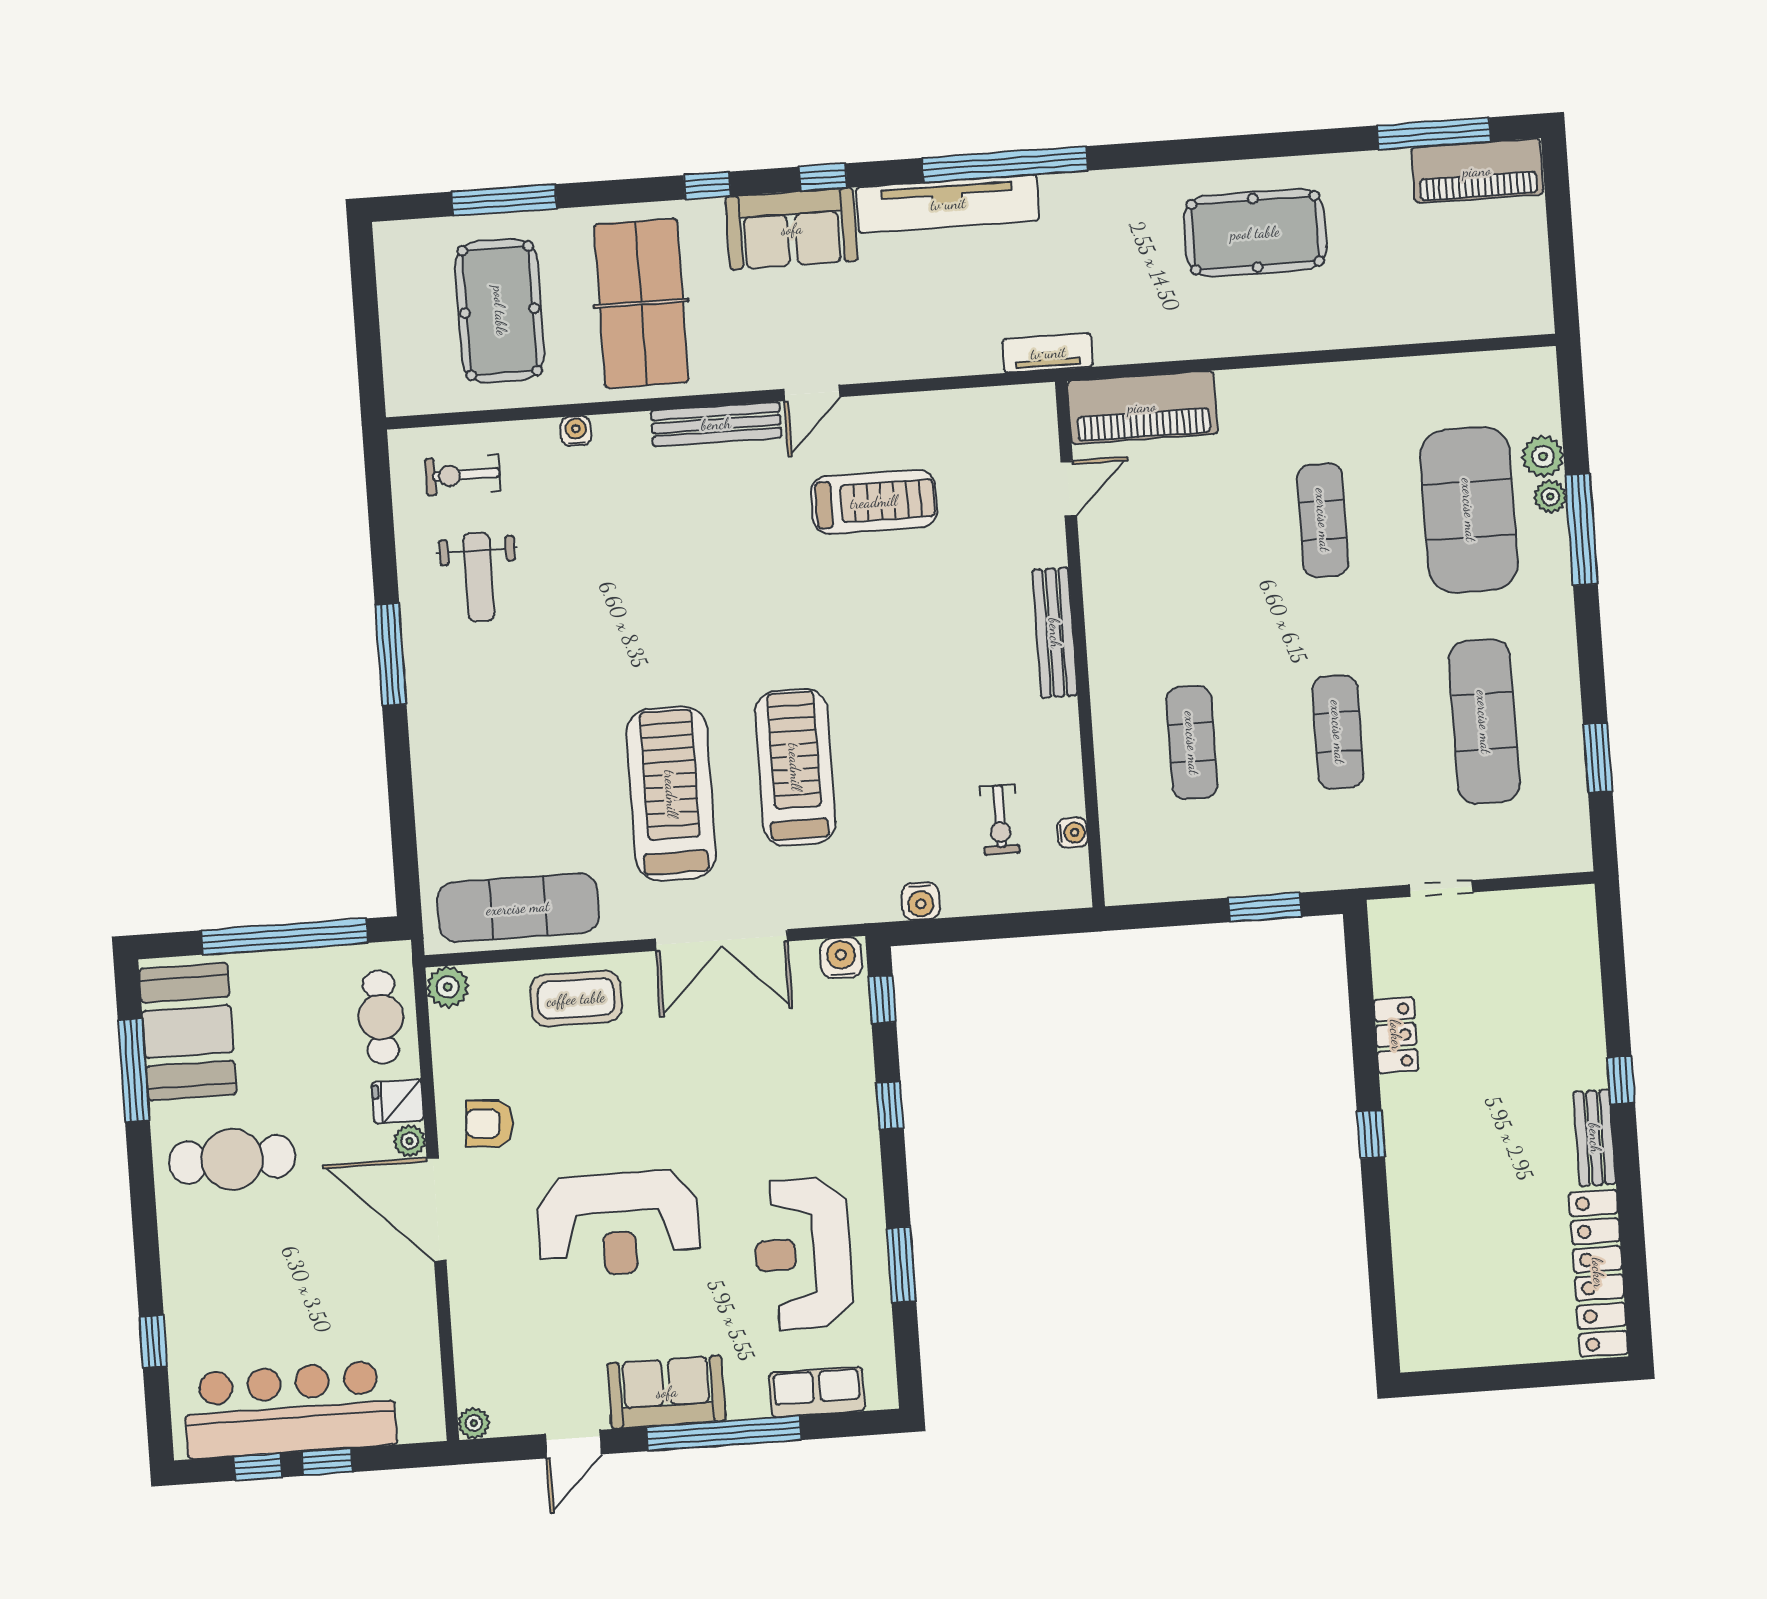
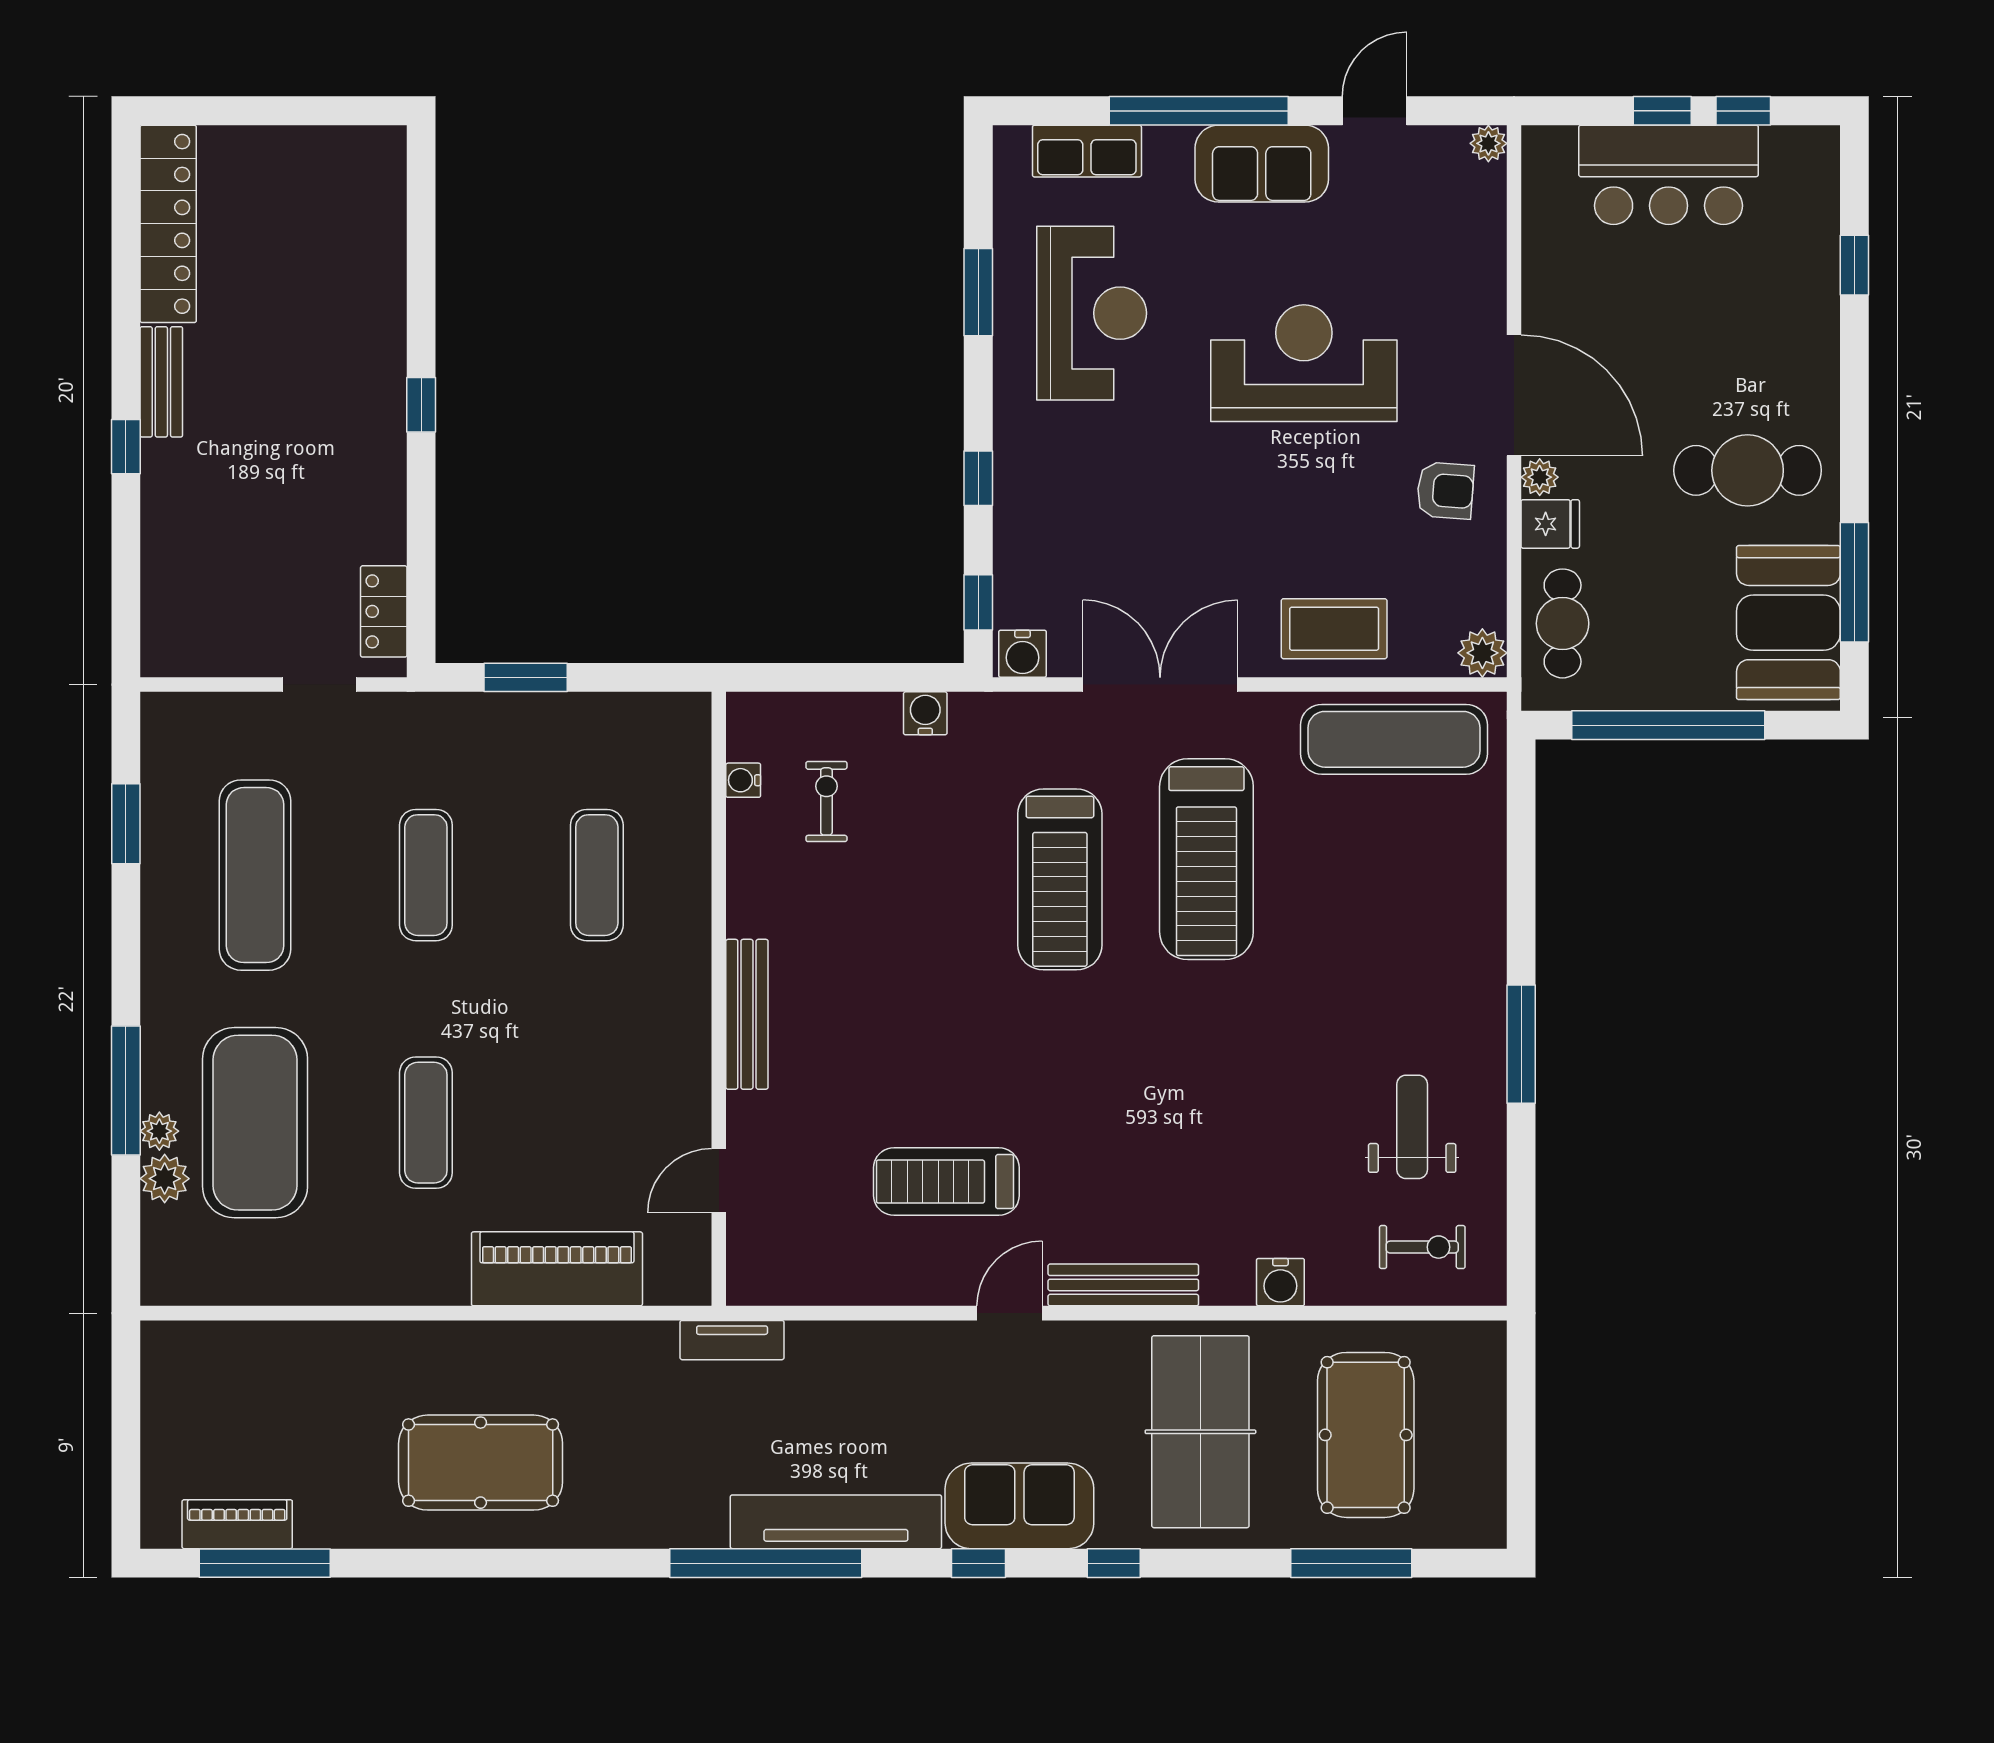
piano: (1477, 171) -> (237, 1524), width x0.73, depth x0.75
piano: (1142, 407) -> (557, 1269), moved
water cooler: (576, 431) -> (1280, 1282), width x1.38, depth x1.38
locker: (1396, 1035) -> (384, 611), moved
bar counter: (290, 1409) -> (1669, 175), width x0.73

